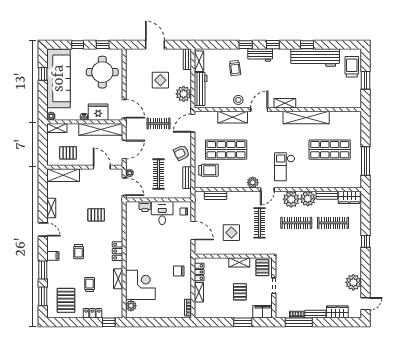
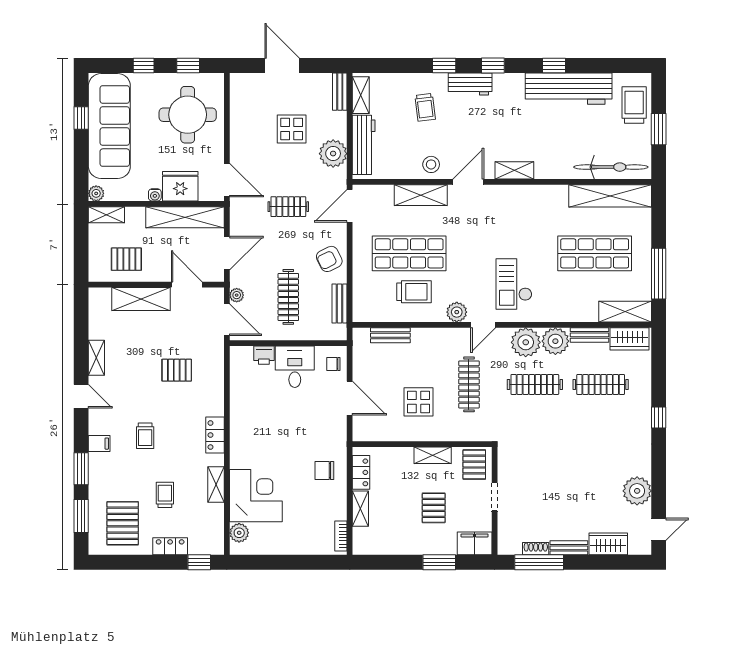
bicycle: (339, 101) -> (611, 167), added
shelving: (306, 117) -> (610, 196), moved
trolley: (208, 170) -> (414, 292), moved
shelving: (63, 175) -> (141, 299), moved
shelving: (347, 182) -> (625, 312), added

